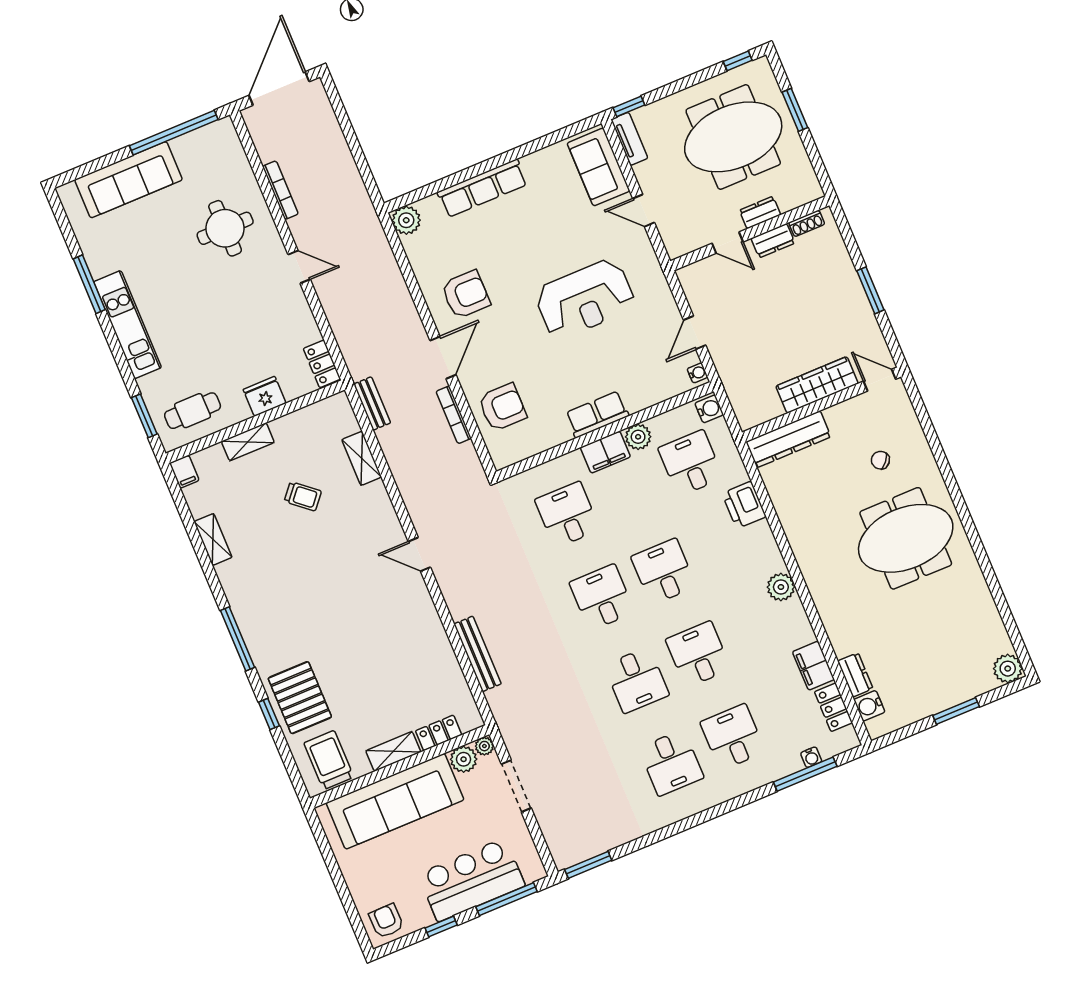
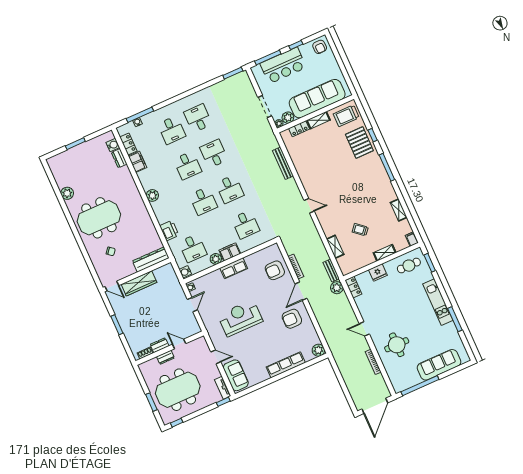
plant: (360, 364) -> (337, 288), added
plant: (1008, 669) -> (67, 193), moved
trolley: (329, 760) -> (346, 116), turned 90

